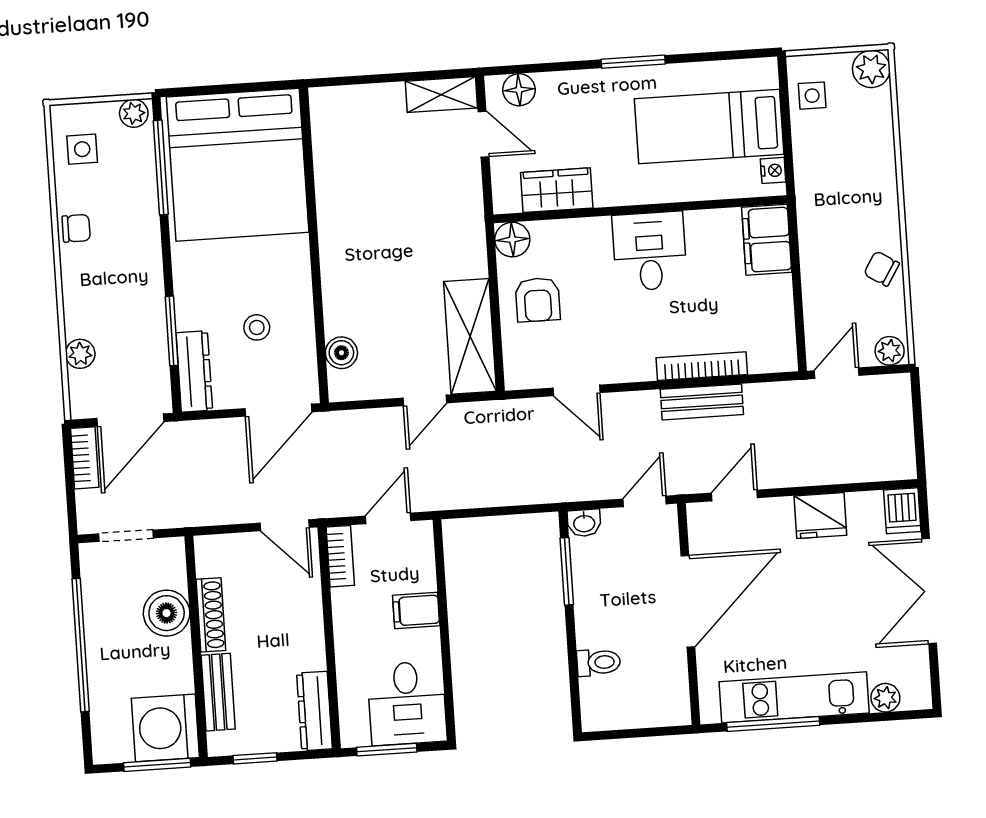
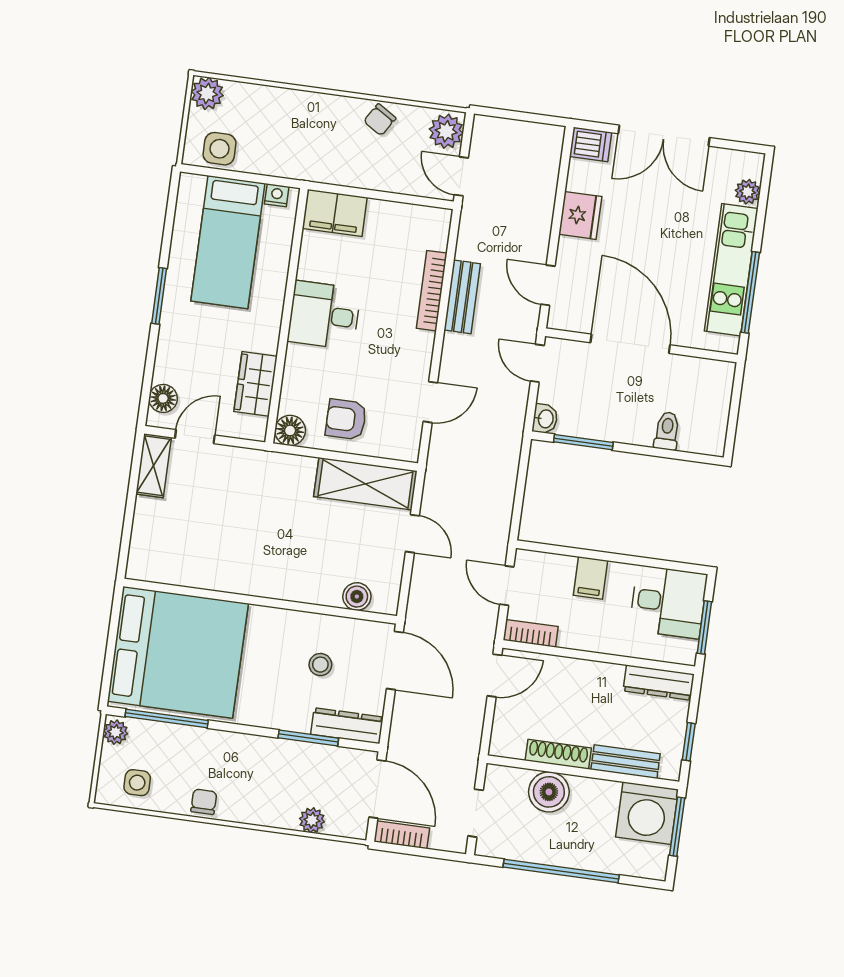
side table: (812, 96) -> (220, 149), width x1.37, depth x1.37
armchair: (538, 300) -> (346, 419), turned 180
plant: (890, 351) -> (446, 131), width x1.38, depth x1.38

